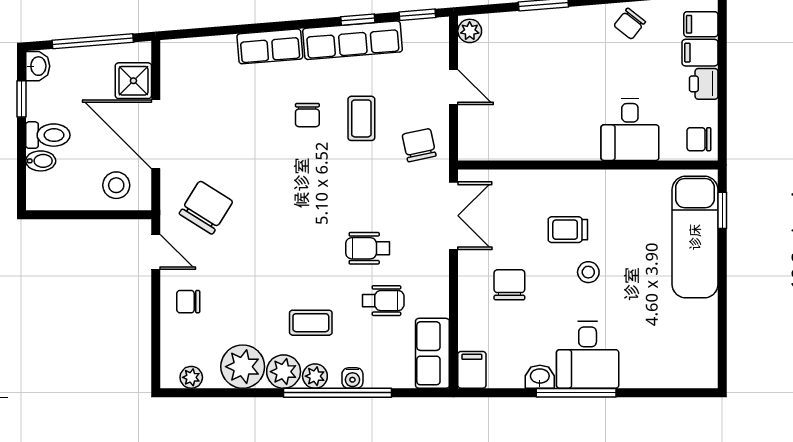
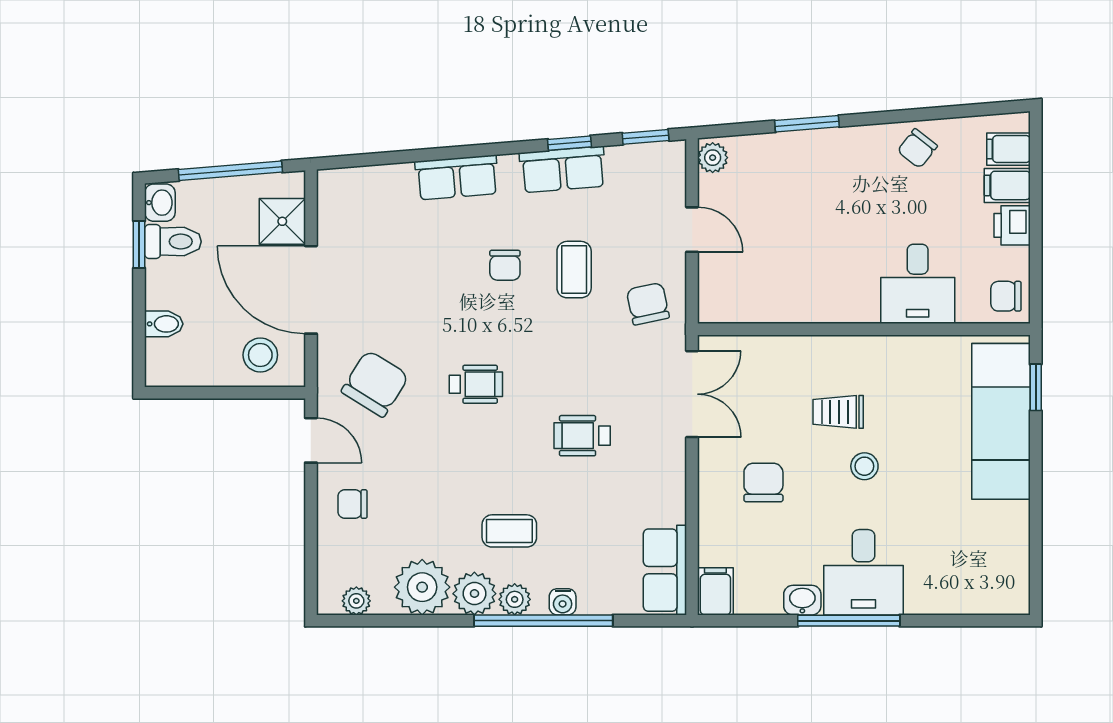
row of seats: (353, 40) -> (563, 170), width x0.68
toilet: (48, 135) -> (173, 242), moved
wheelchair: (383, 301) -> (476, 384), moved

